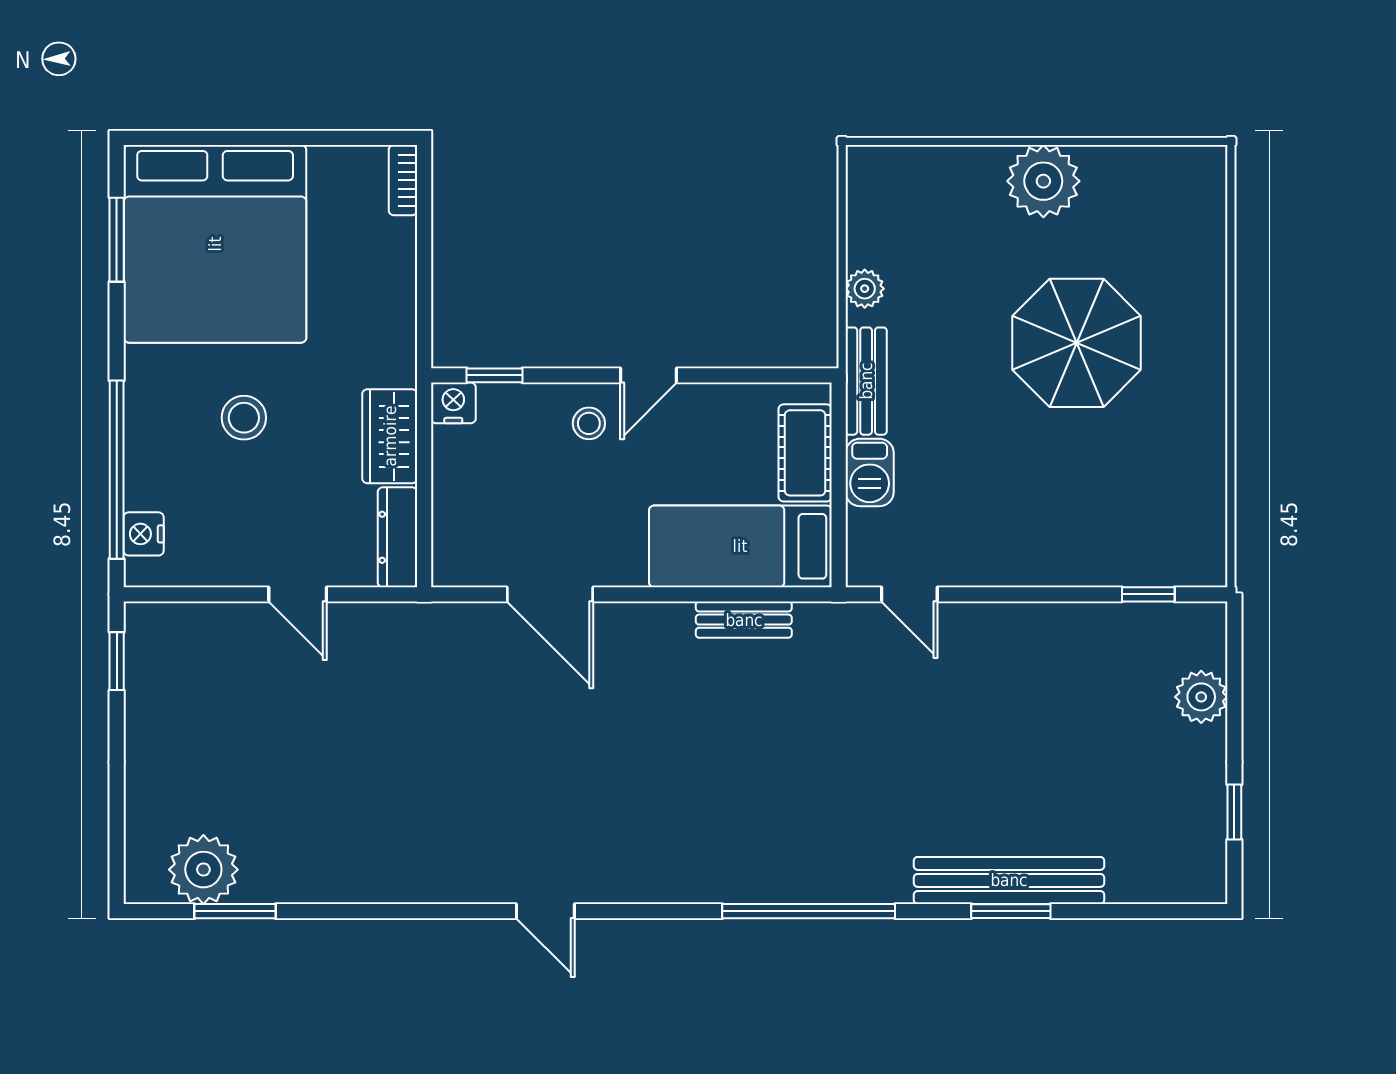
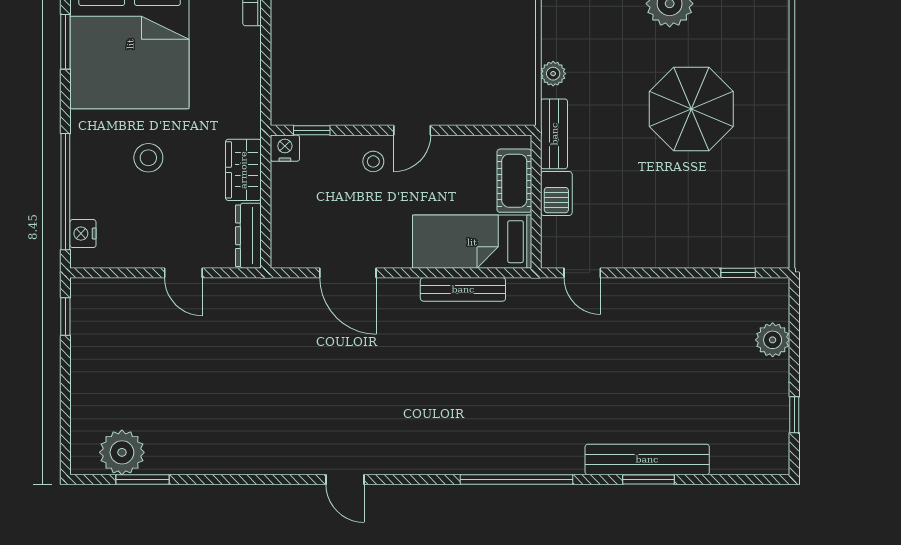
bench: (744, 620) -> (463, 289), width x1.36

